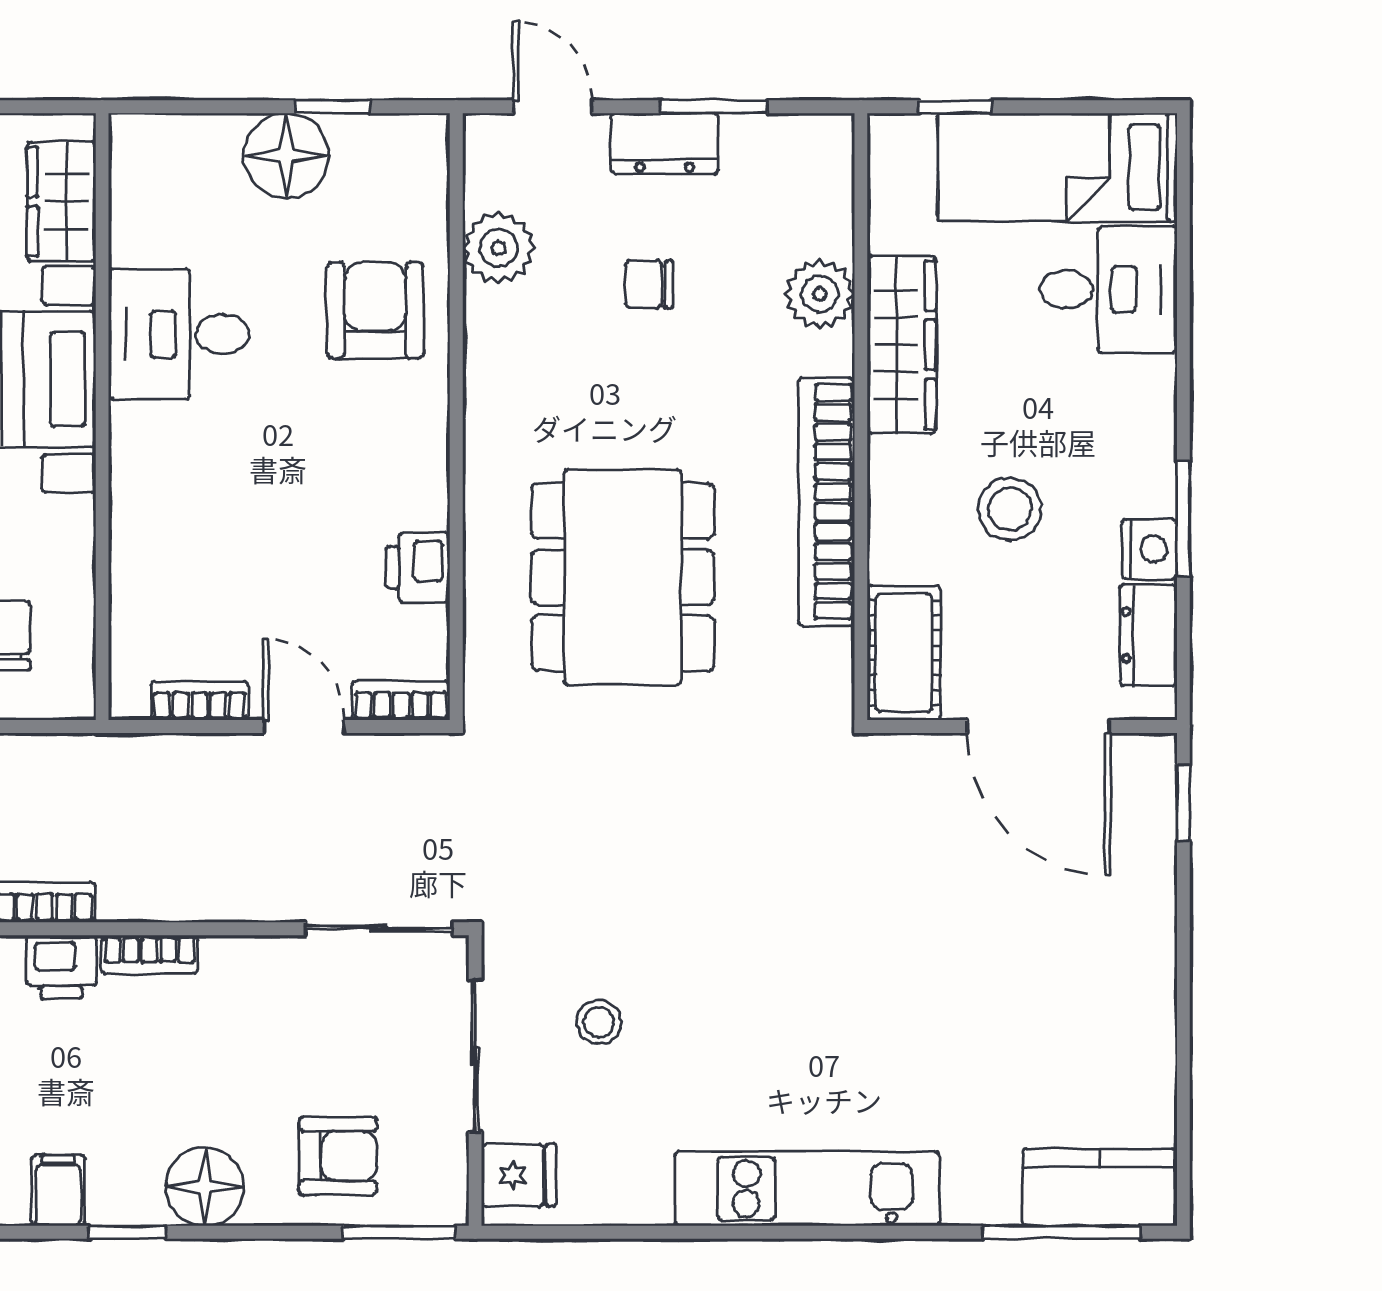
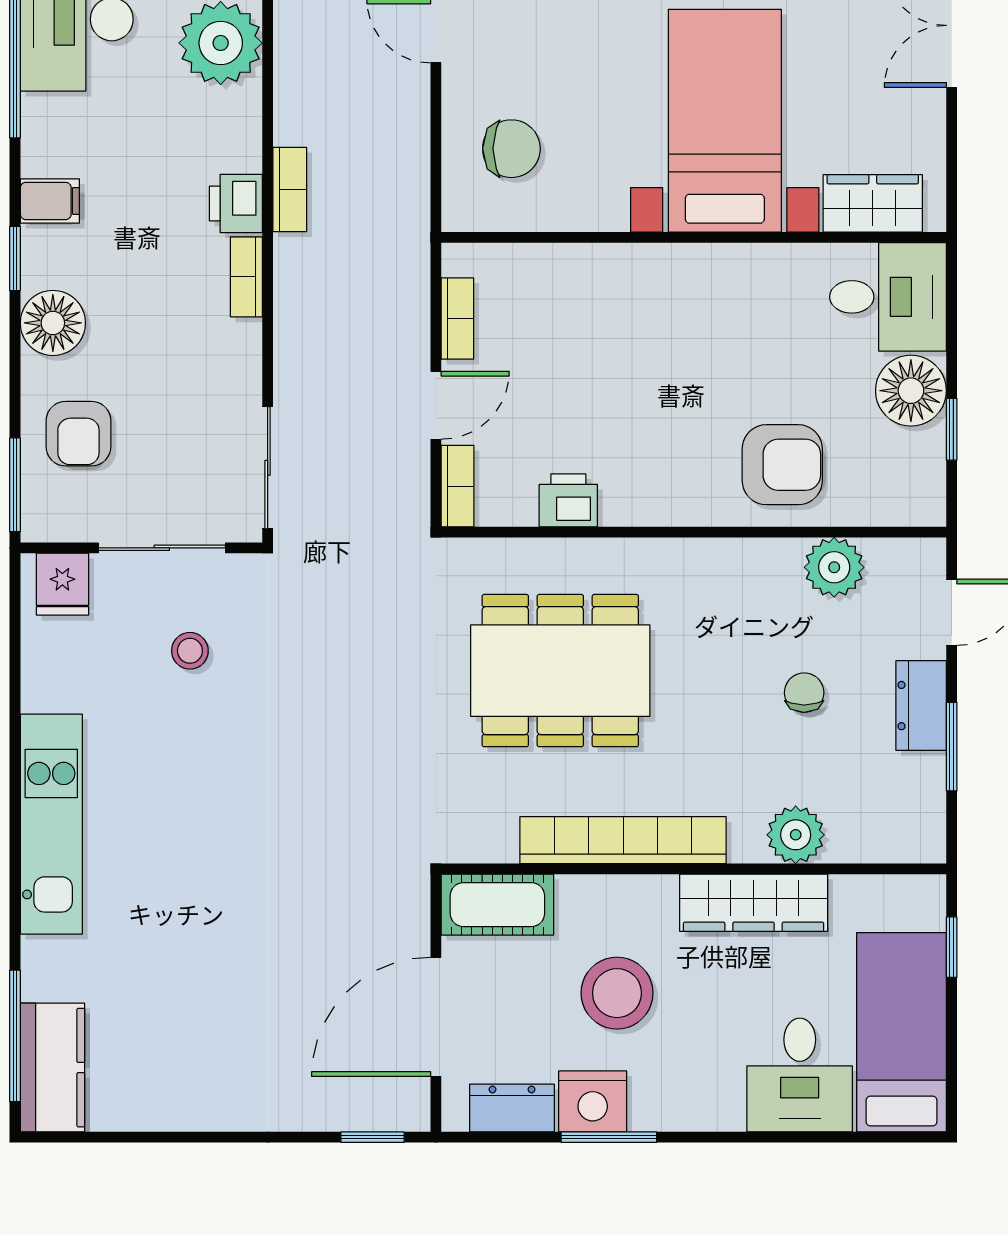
desk: (179, 334) -> (888, 297), moved, turned 90
stool: (1010, 509) -> (617, 993), width x1.38, depth x1.38
nightstand: (1149, 549) -> (593, 1101), width x1.36, depth x1.33

